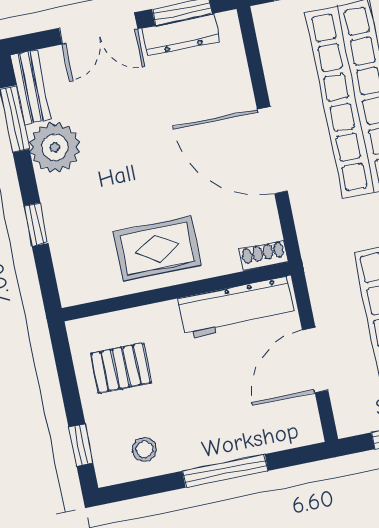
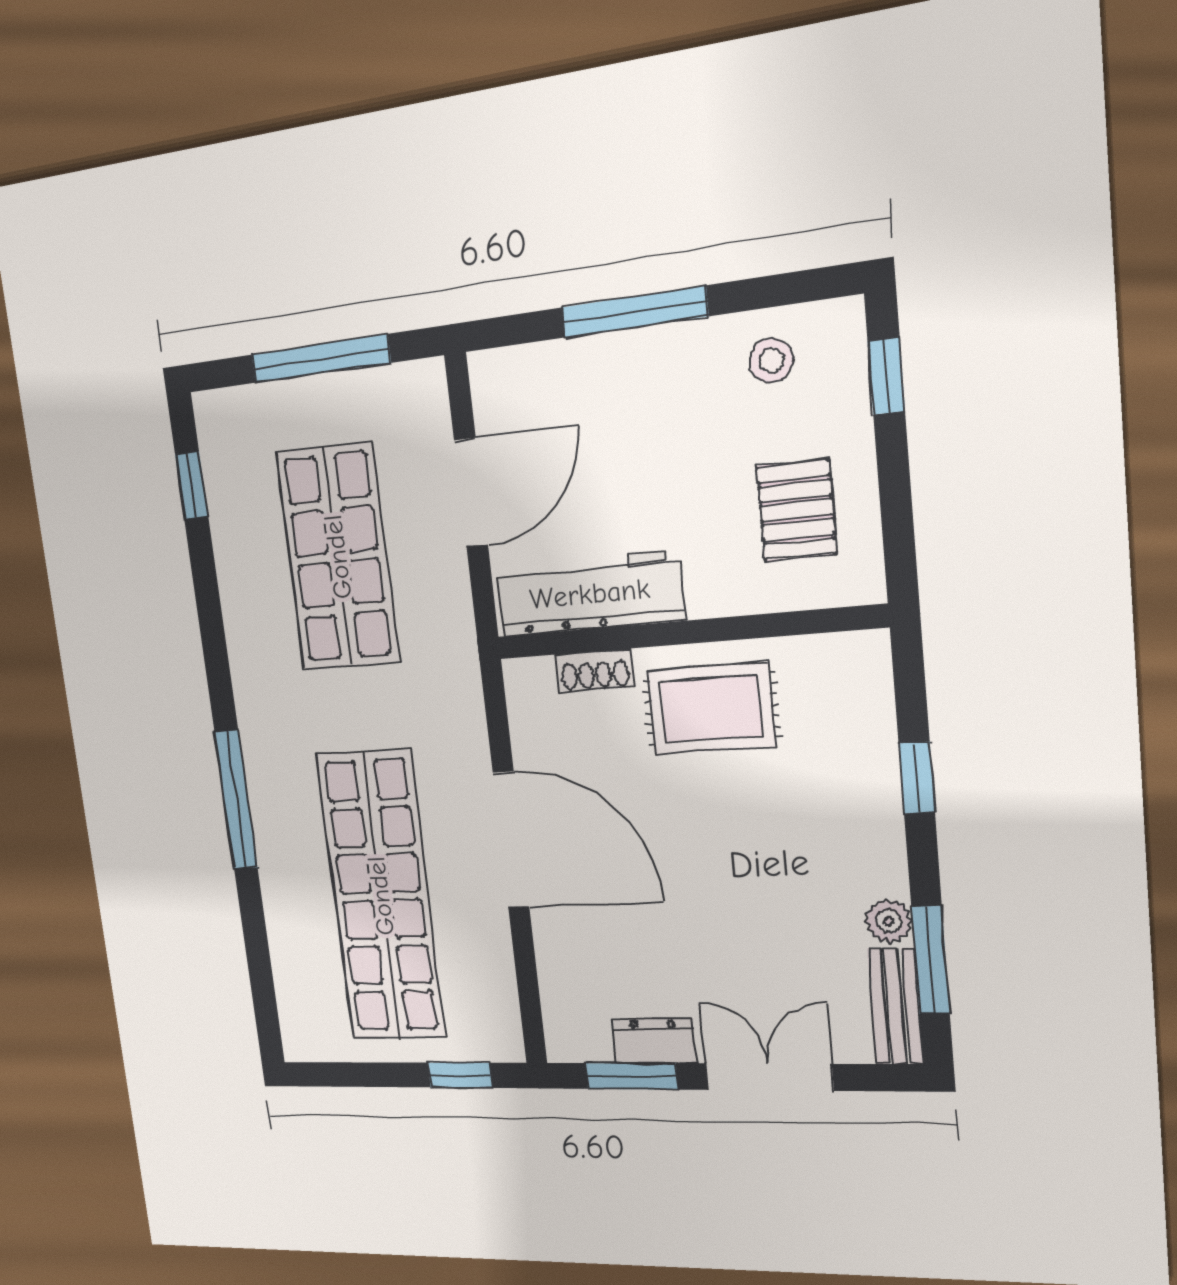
dresser: (181, 35) -> (654, 1041), width x0.70
plant: (55, 147) -> (889, 921), width x0.53, depth x0.53
shoe rack: (263, 256) -> (595, 670), moved
pallet: (121, 368) -> (797, 510), turned 90

